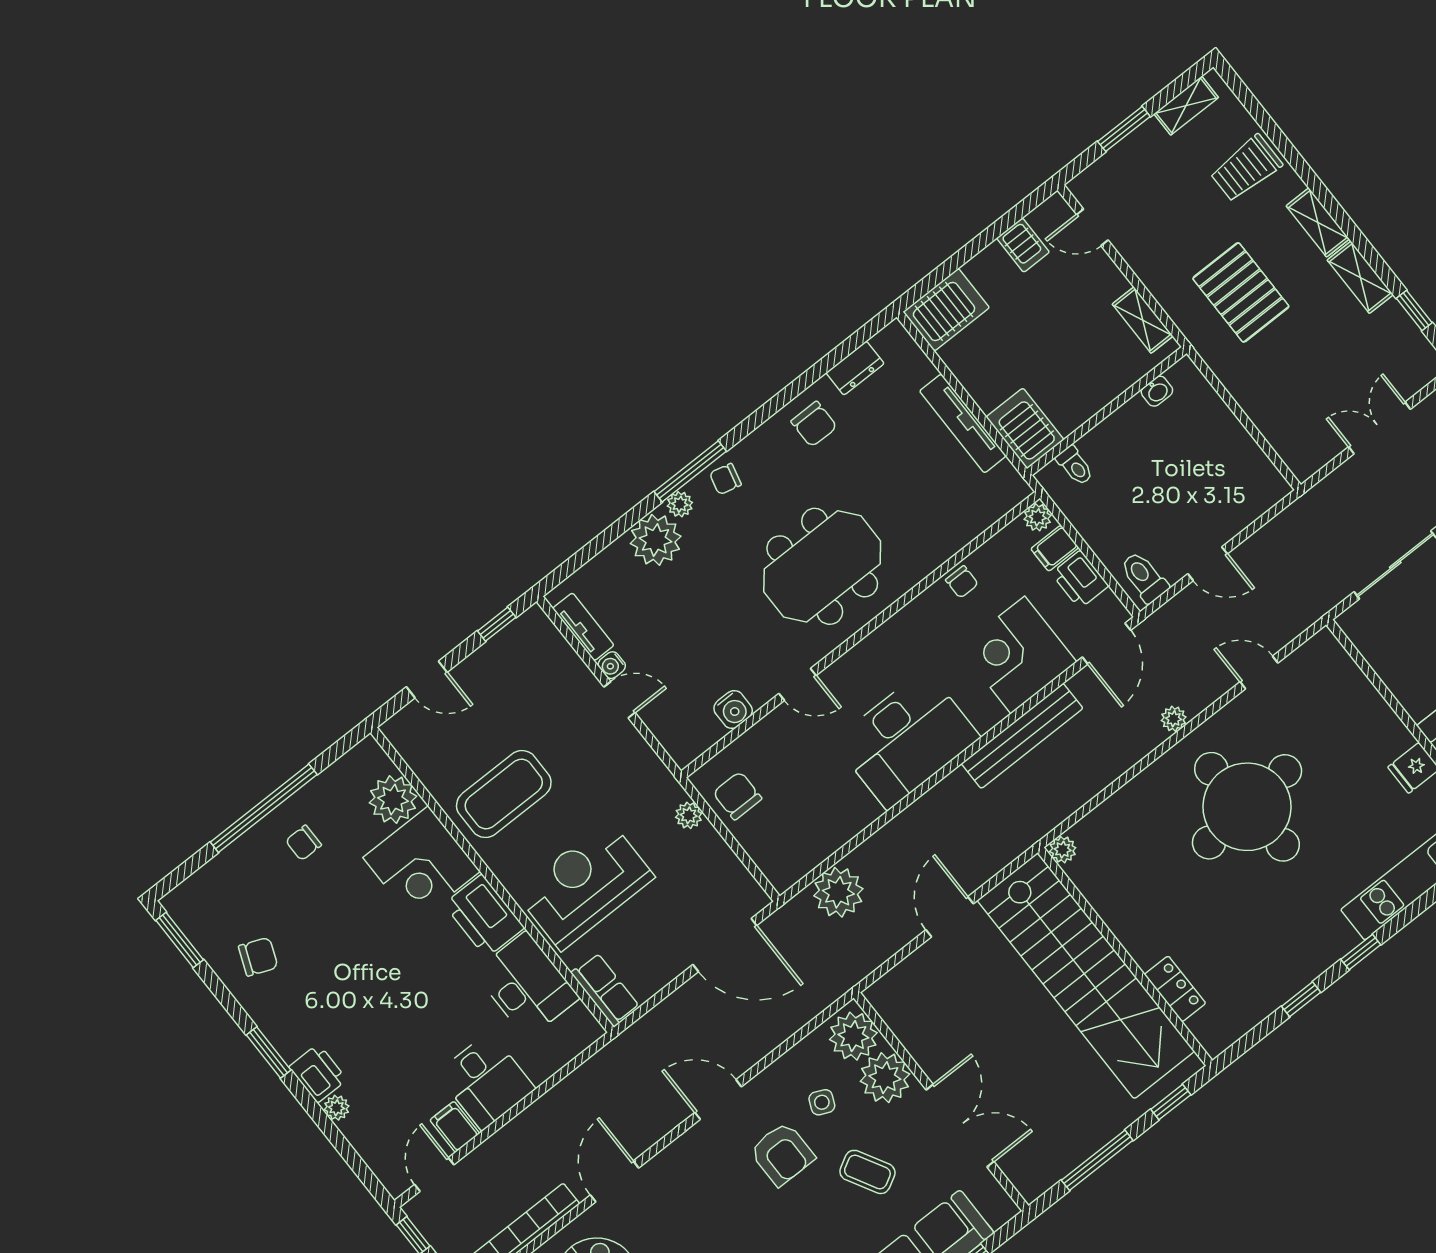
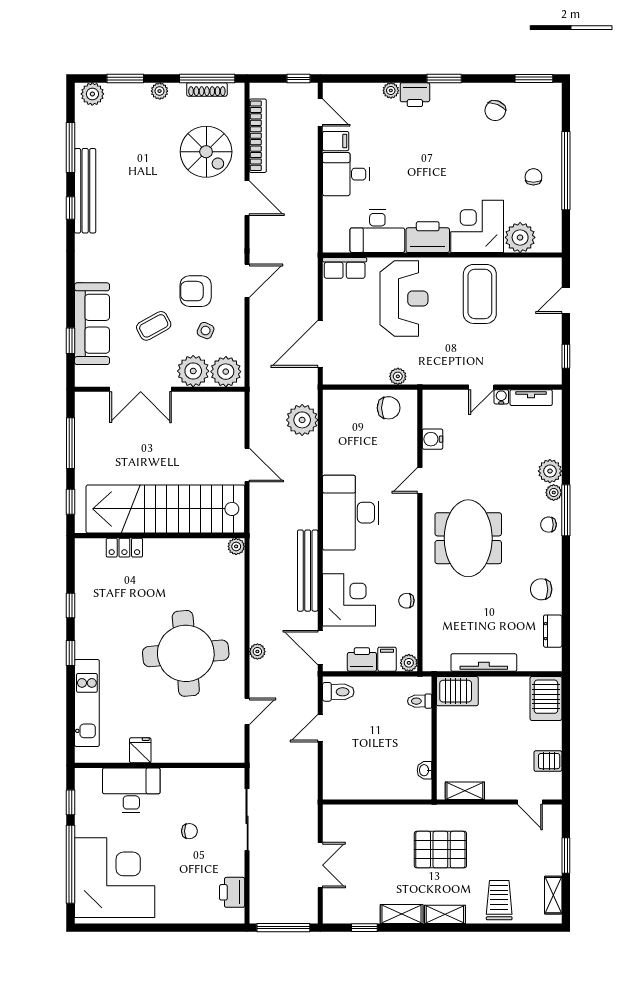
door: (1092, 227) -> (530, 802), swing flipped
chair: (725, 479) -> (549, 525), turned -104
plant: (656, 540) -> (550, 471), width x0.73, depth x0.73

